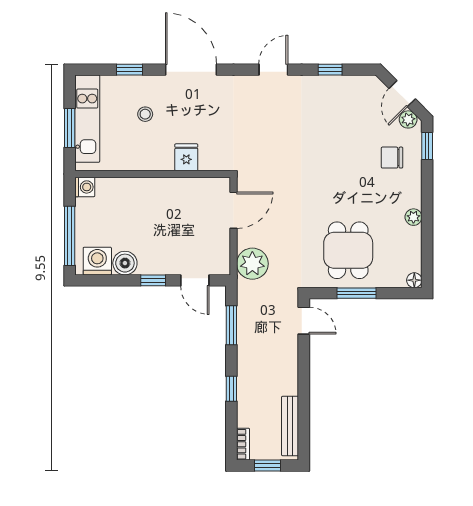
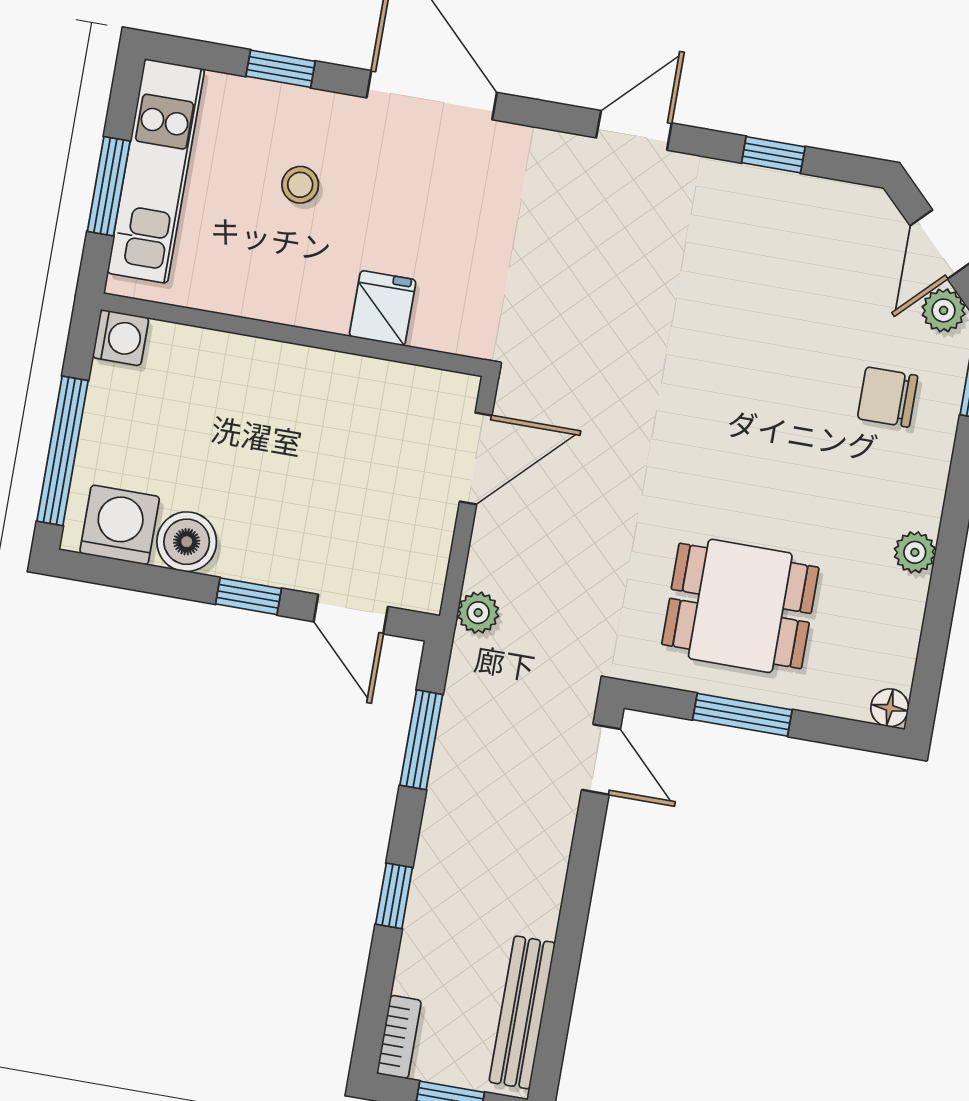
dining table: (348, 250) -> (740, 606), turned 90
plant: (252, 264) -> (478, 613), width x0.53, depth x0.53

